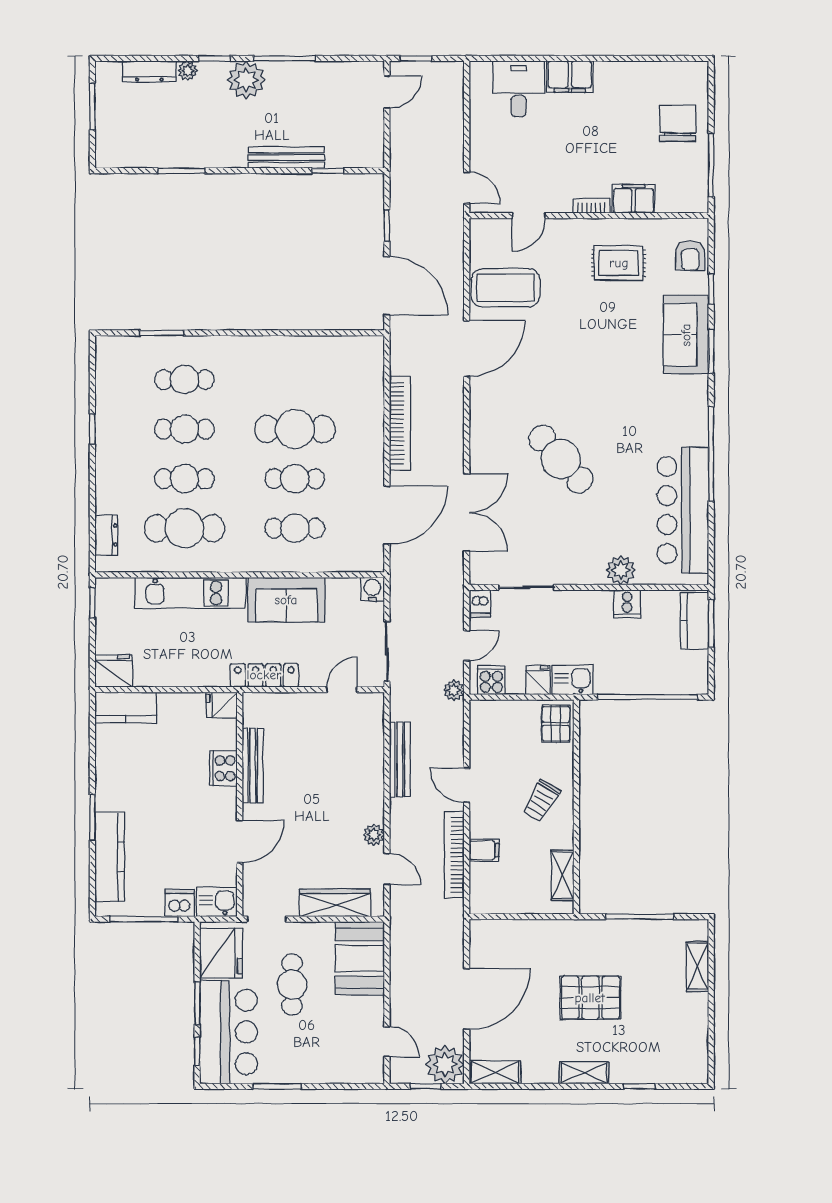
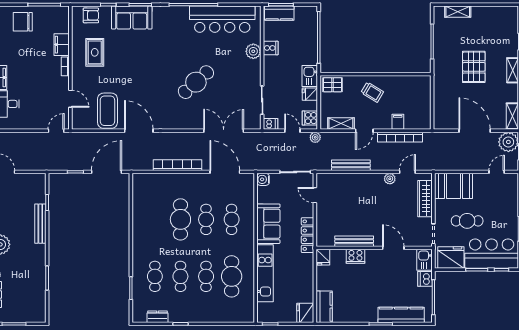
dresser: (106, 535) -> (157, 317), moved
shelving: (563, 875) -> (341, 124), moved

